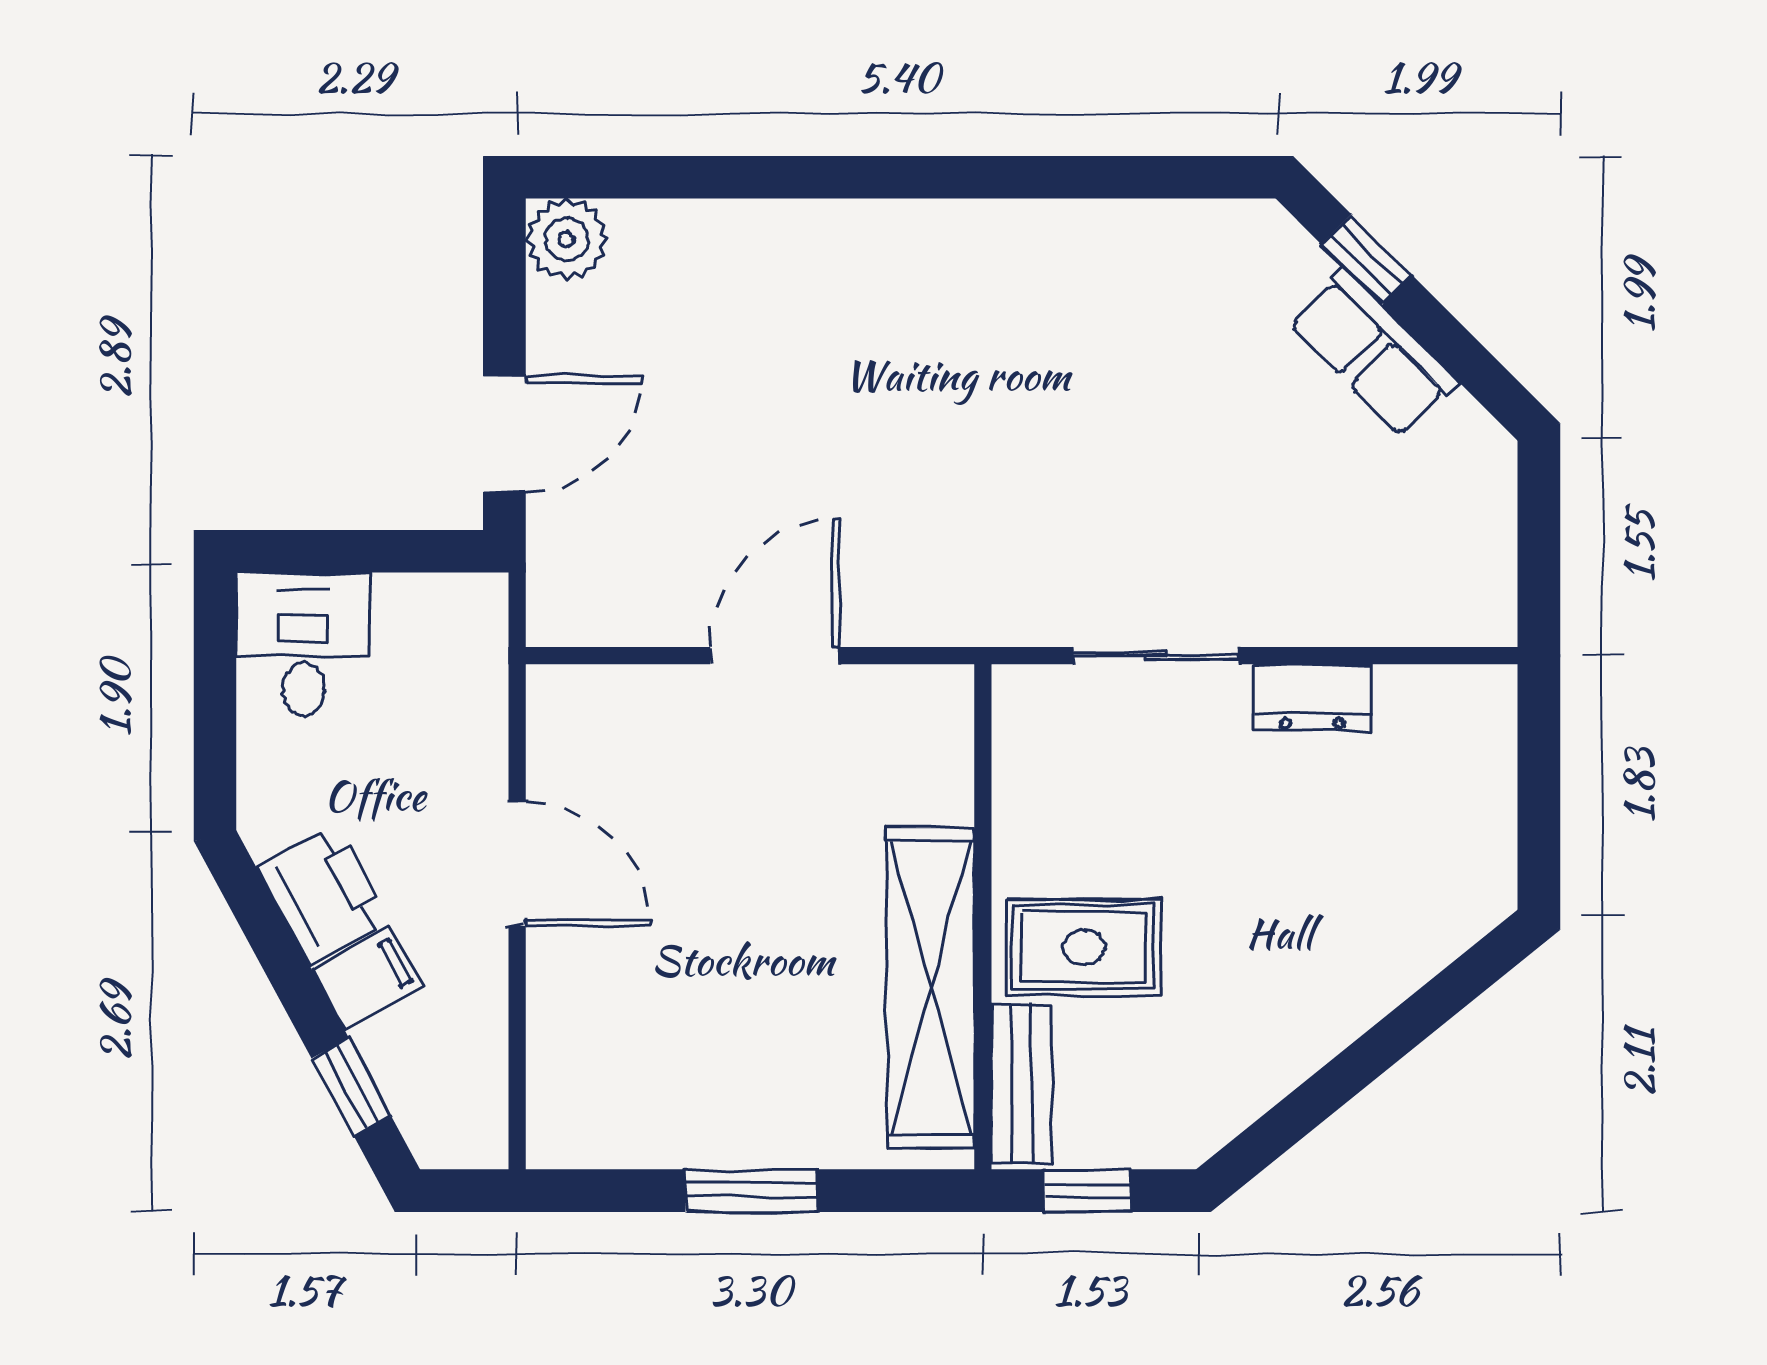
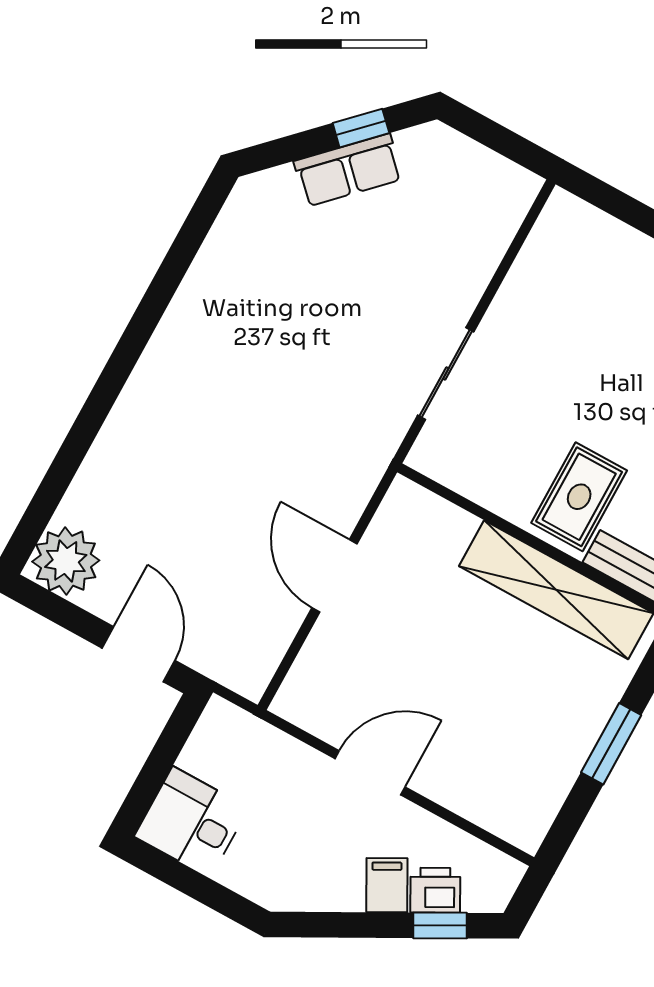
plant: (567, 239) -> (66, 561), width x1.36, depth x1.36
window: (1367, 260) -> (361, 128), moved
dresser: (1312, 697) -> (513, 303), removed
printer: (323, 894) -> (435, 890), moved, width x0.73, depth x0.81

